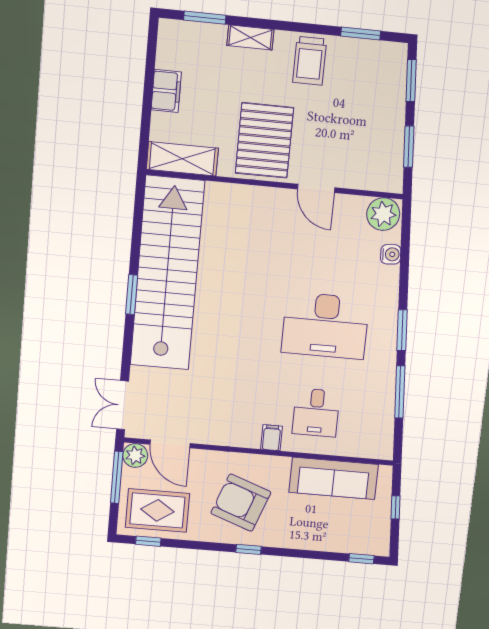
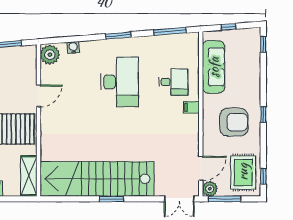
window: (400, 392) -> (170, 31), moved
armchair: (241, 503) -> (234, 122), turned -110

